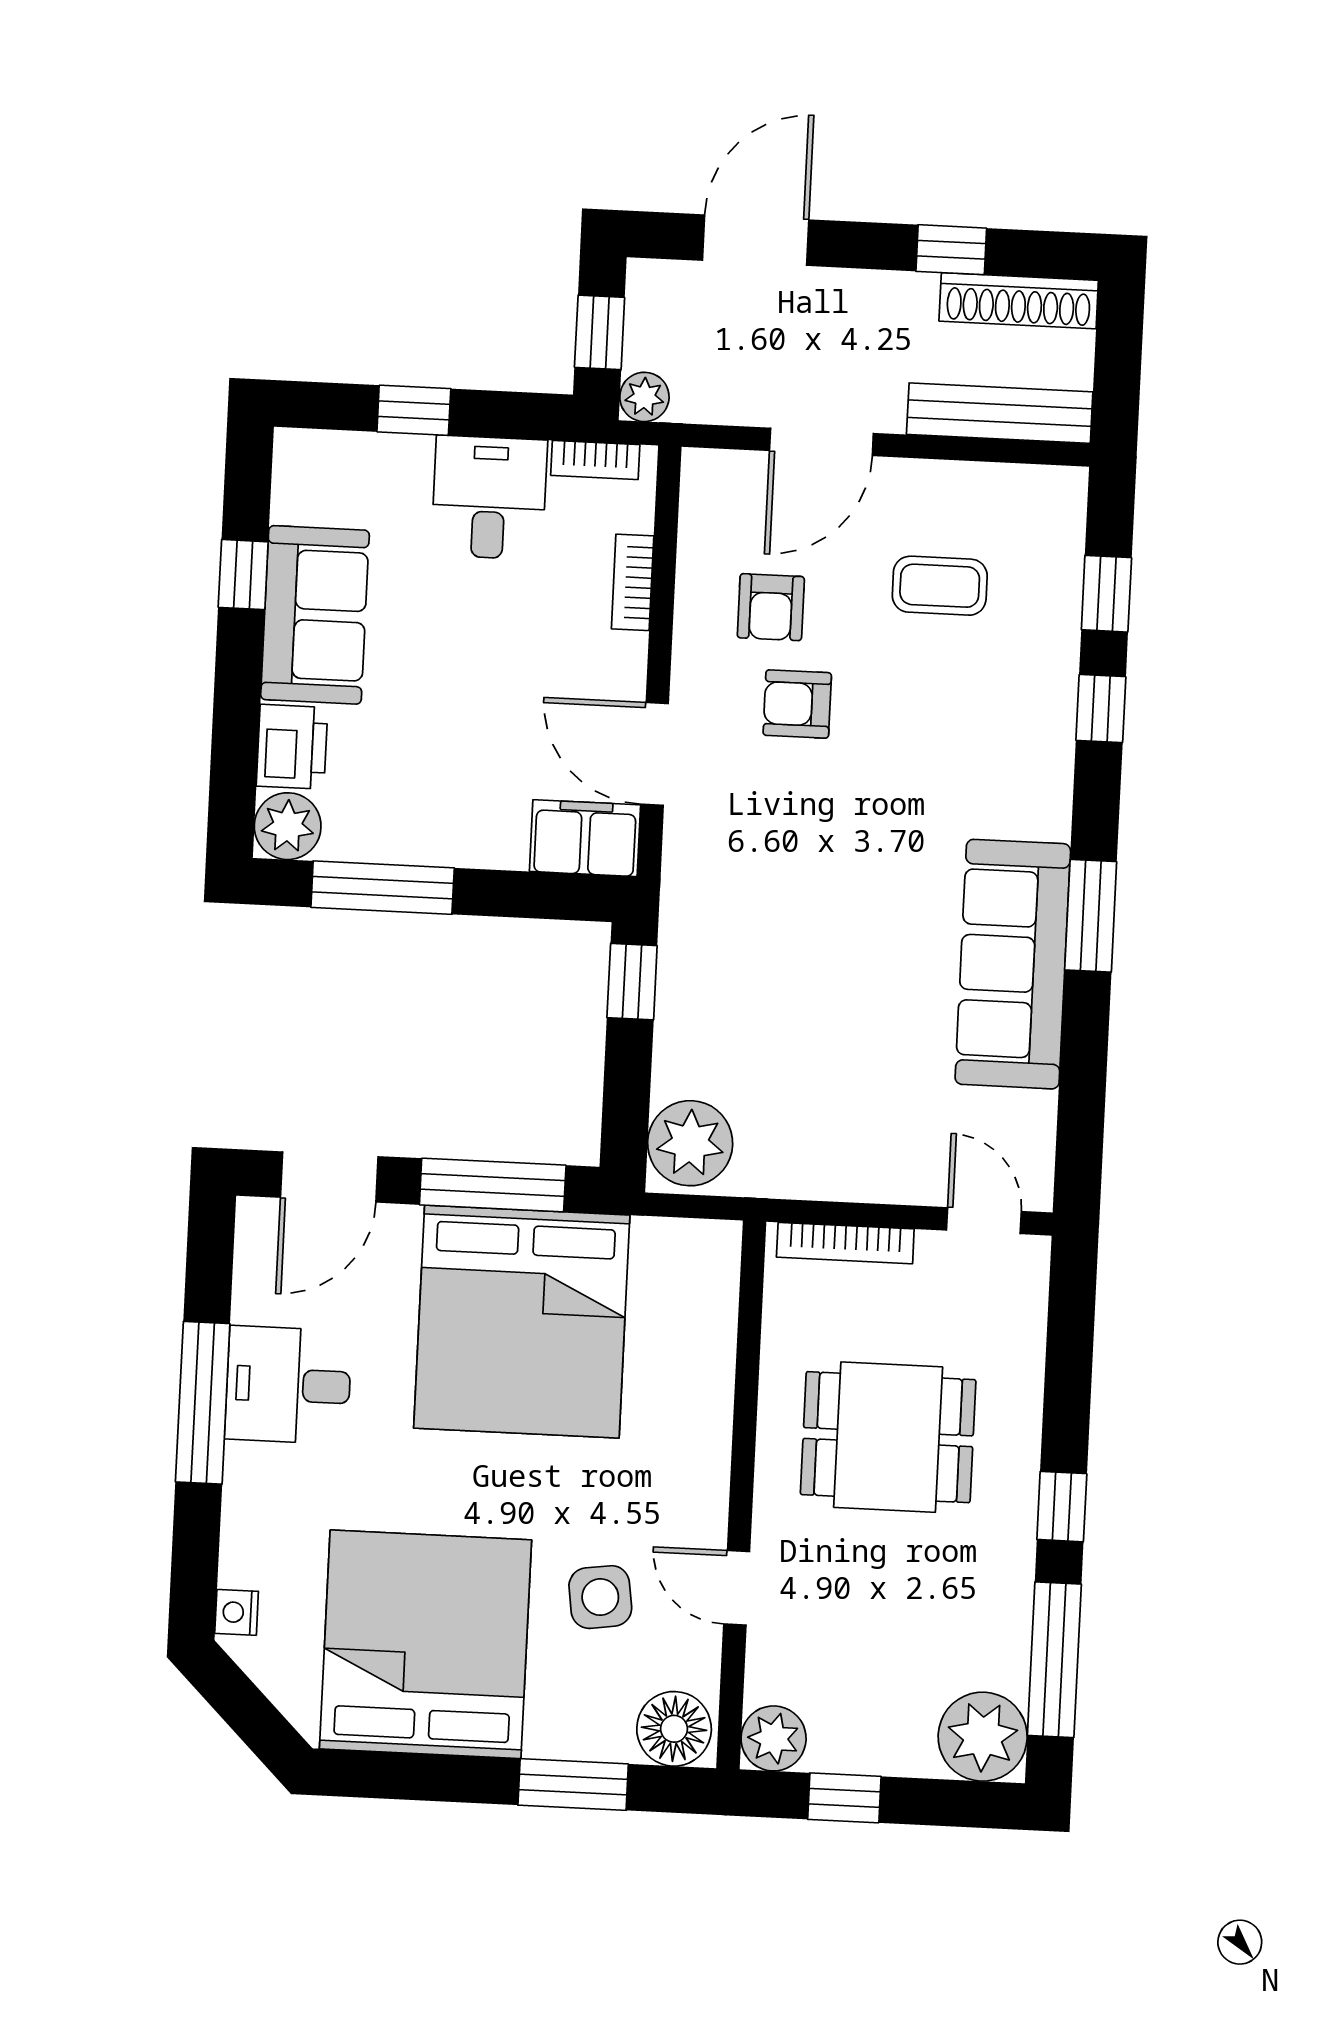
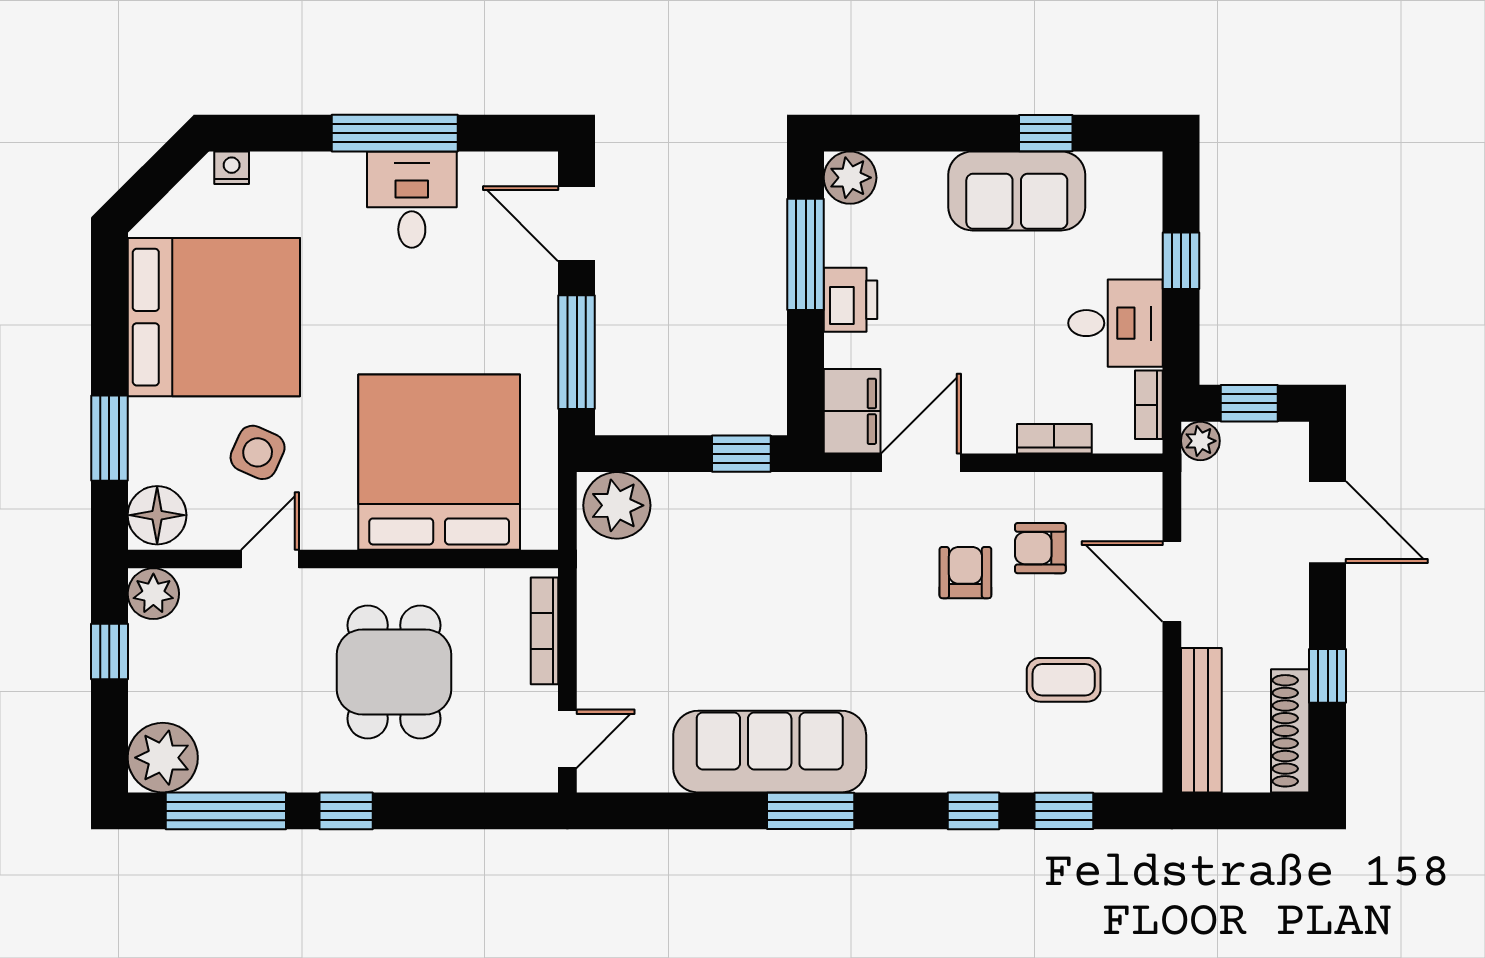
coffee table: (940, 586) -> (1064, 680), turned 90
printer: (292, 747) -> (850, 300), moved, turned -90
bed: (522, 1322) -> (439, 462), moved, turned 90
side table: (600, 1597) -> (258, 452), turned 32

